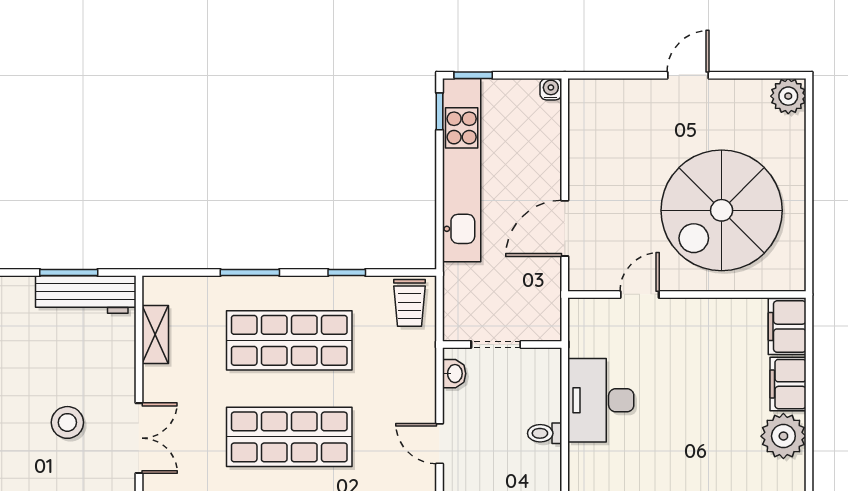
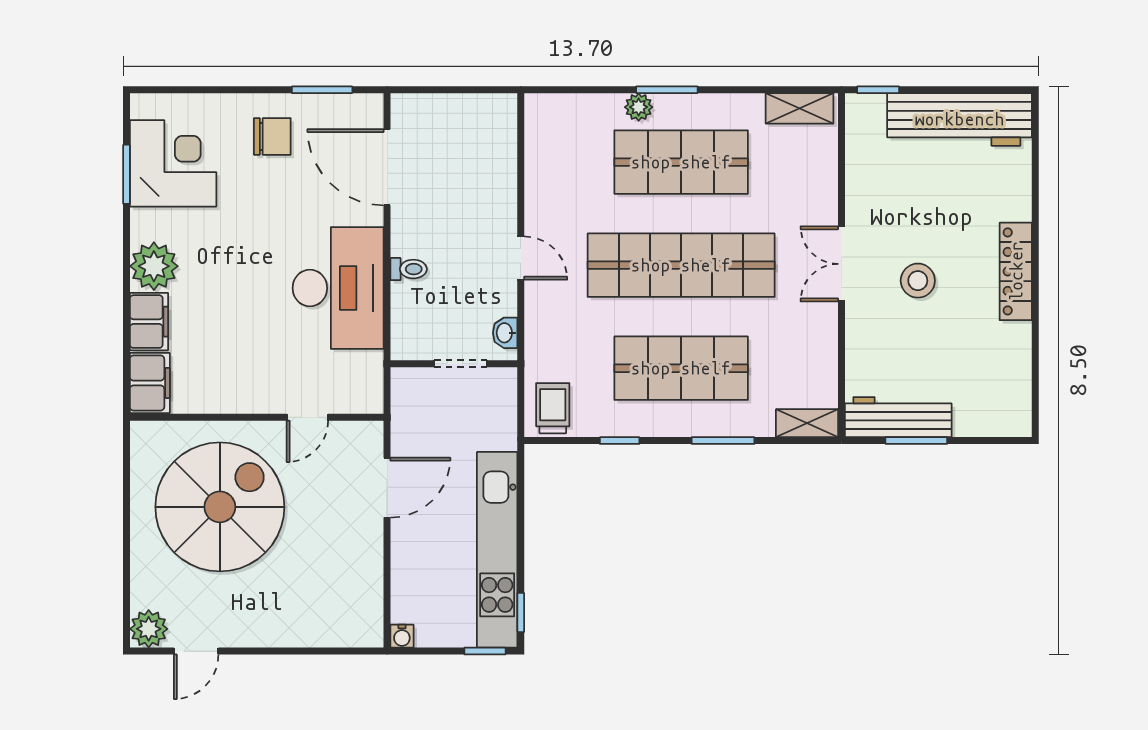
door: (688, 75) -> (196, 651), moved
shelving: (155, 334) -> (807, 423), moved, turned 90
desk: (601, 400) -> (338, 288), width x1.36, depth x1.30
shop shelf: (289, 437) -> (681, 265), width x1.40

